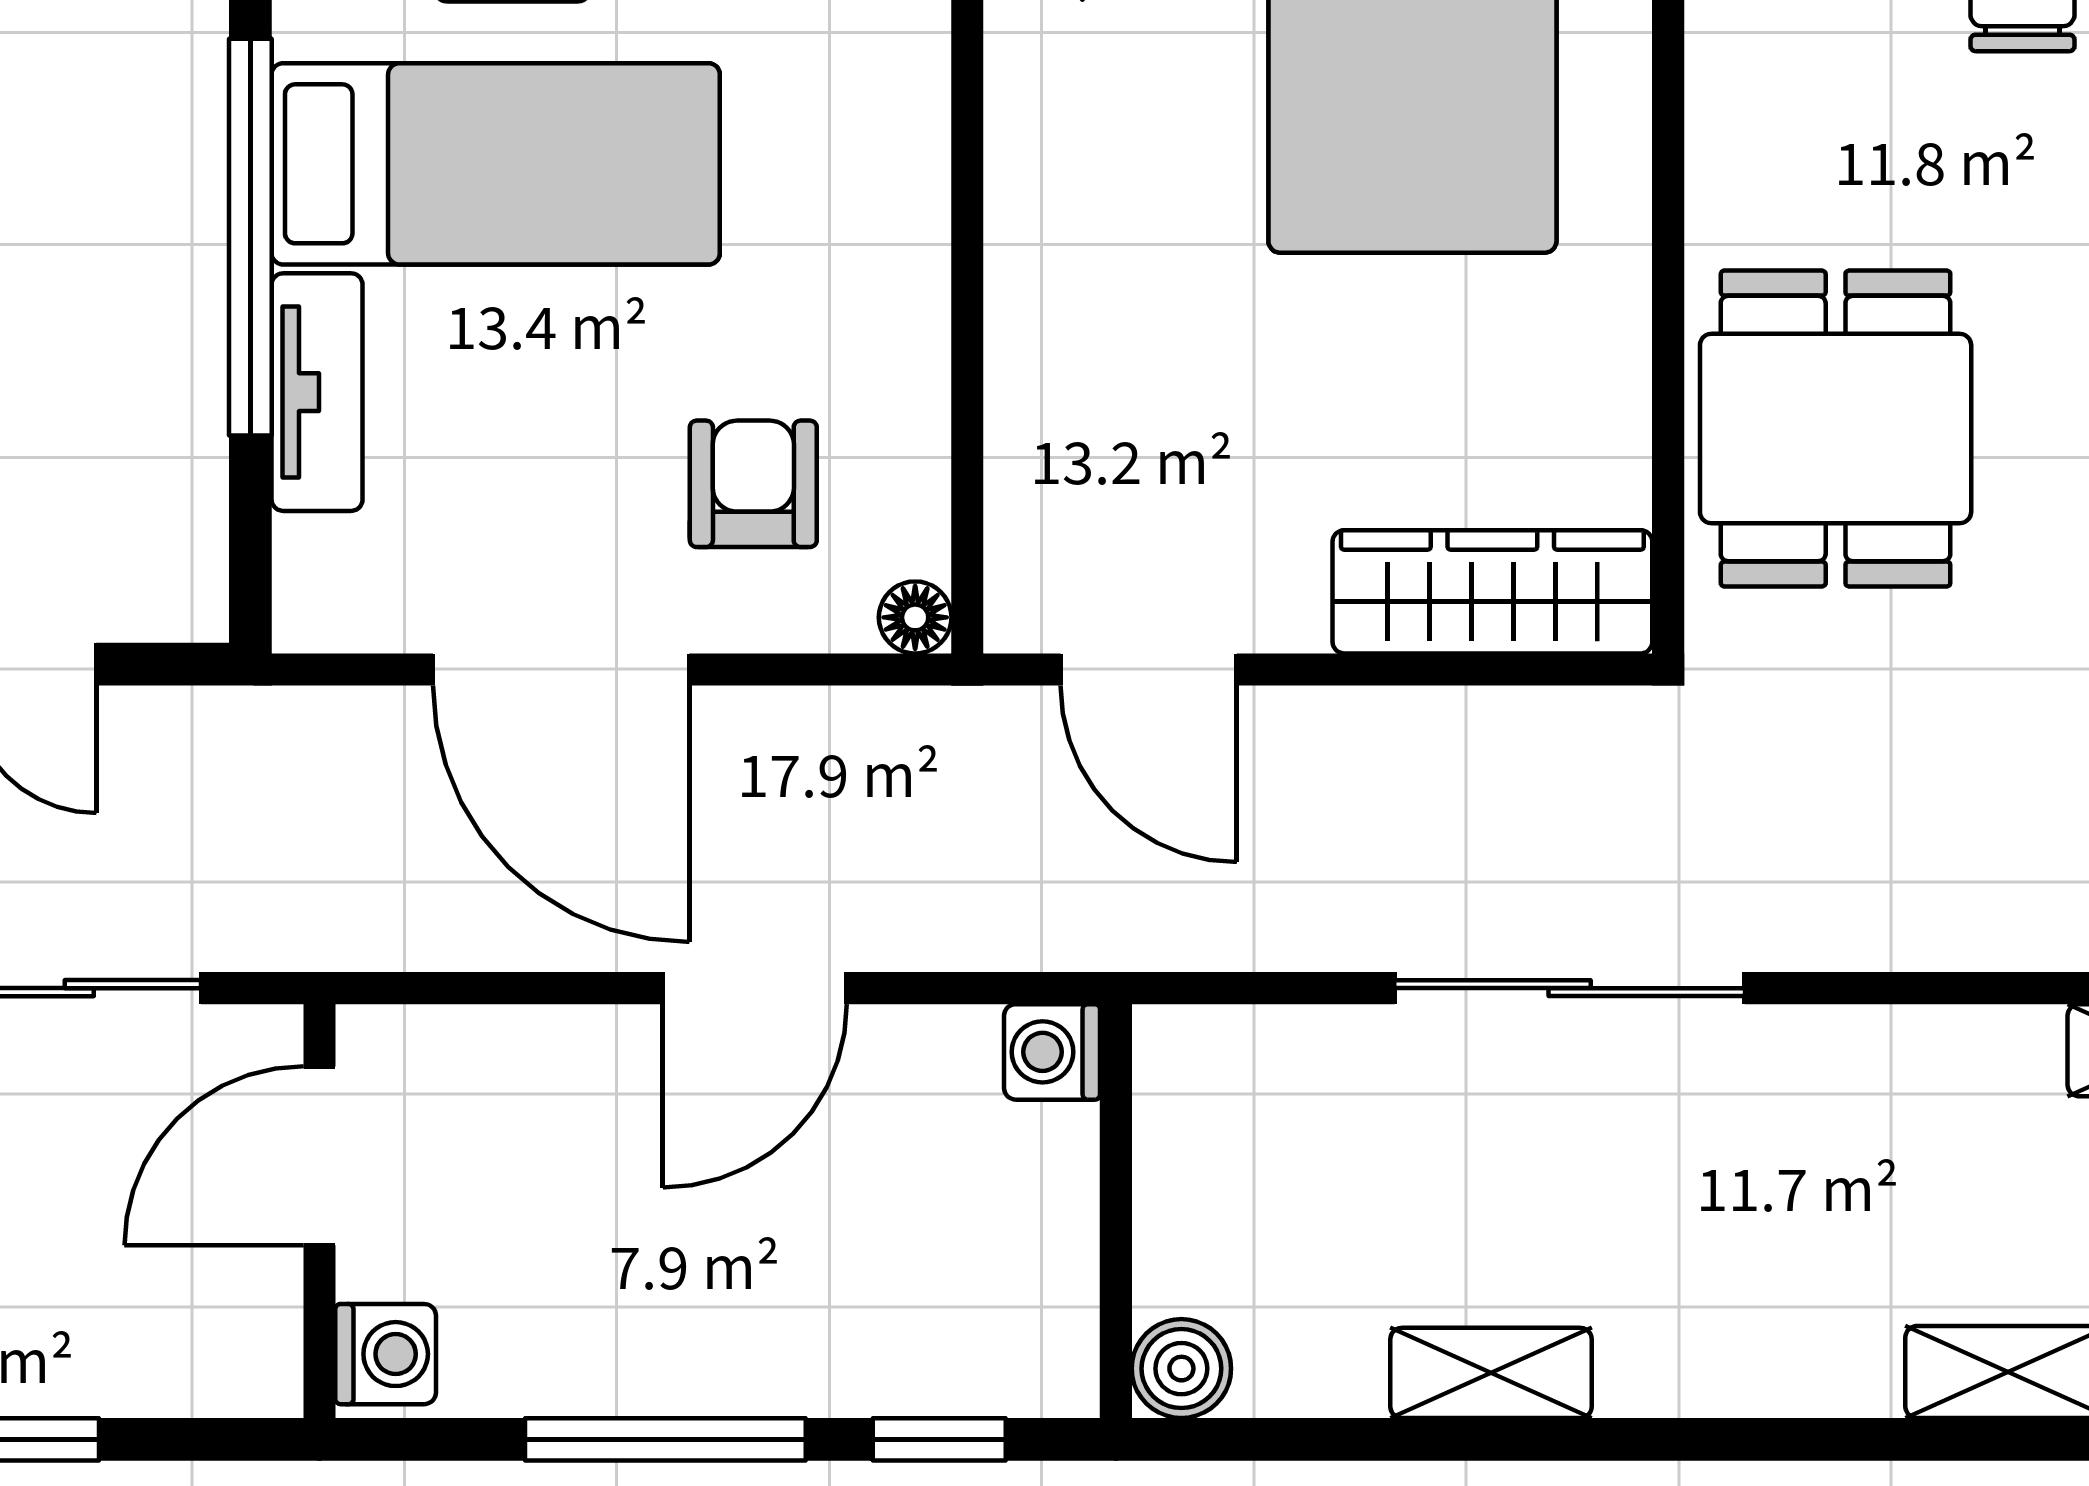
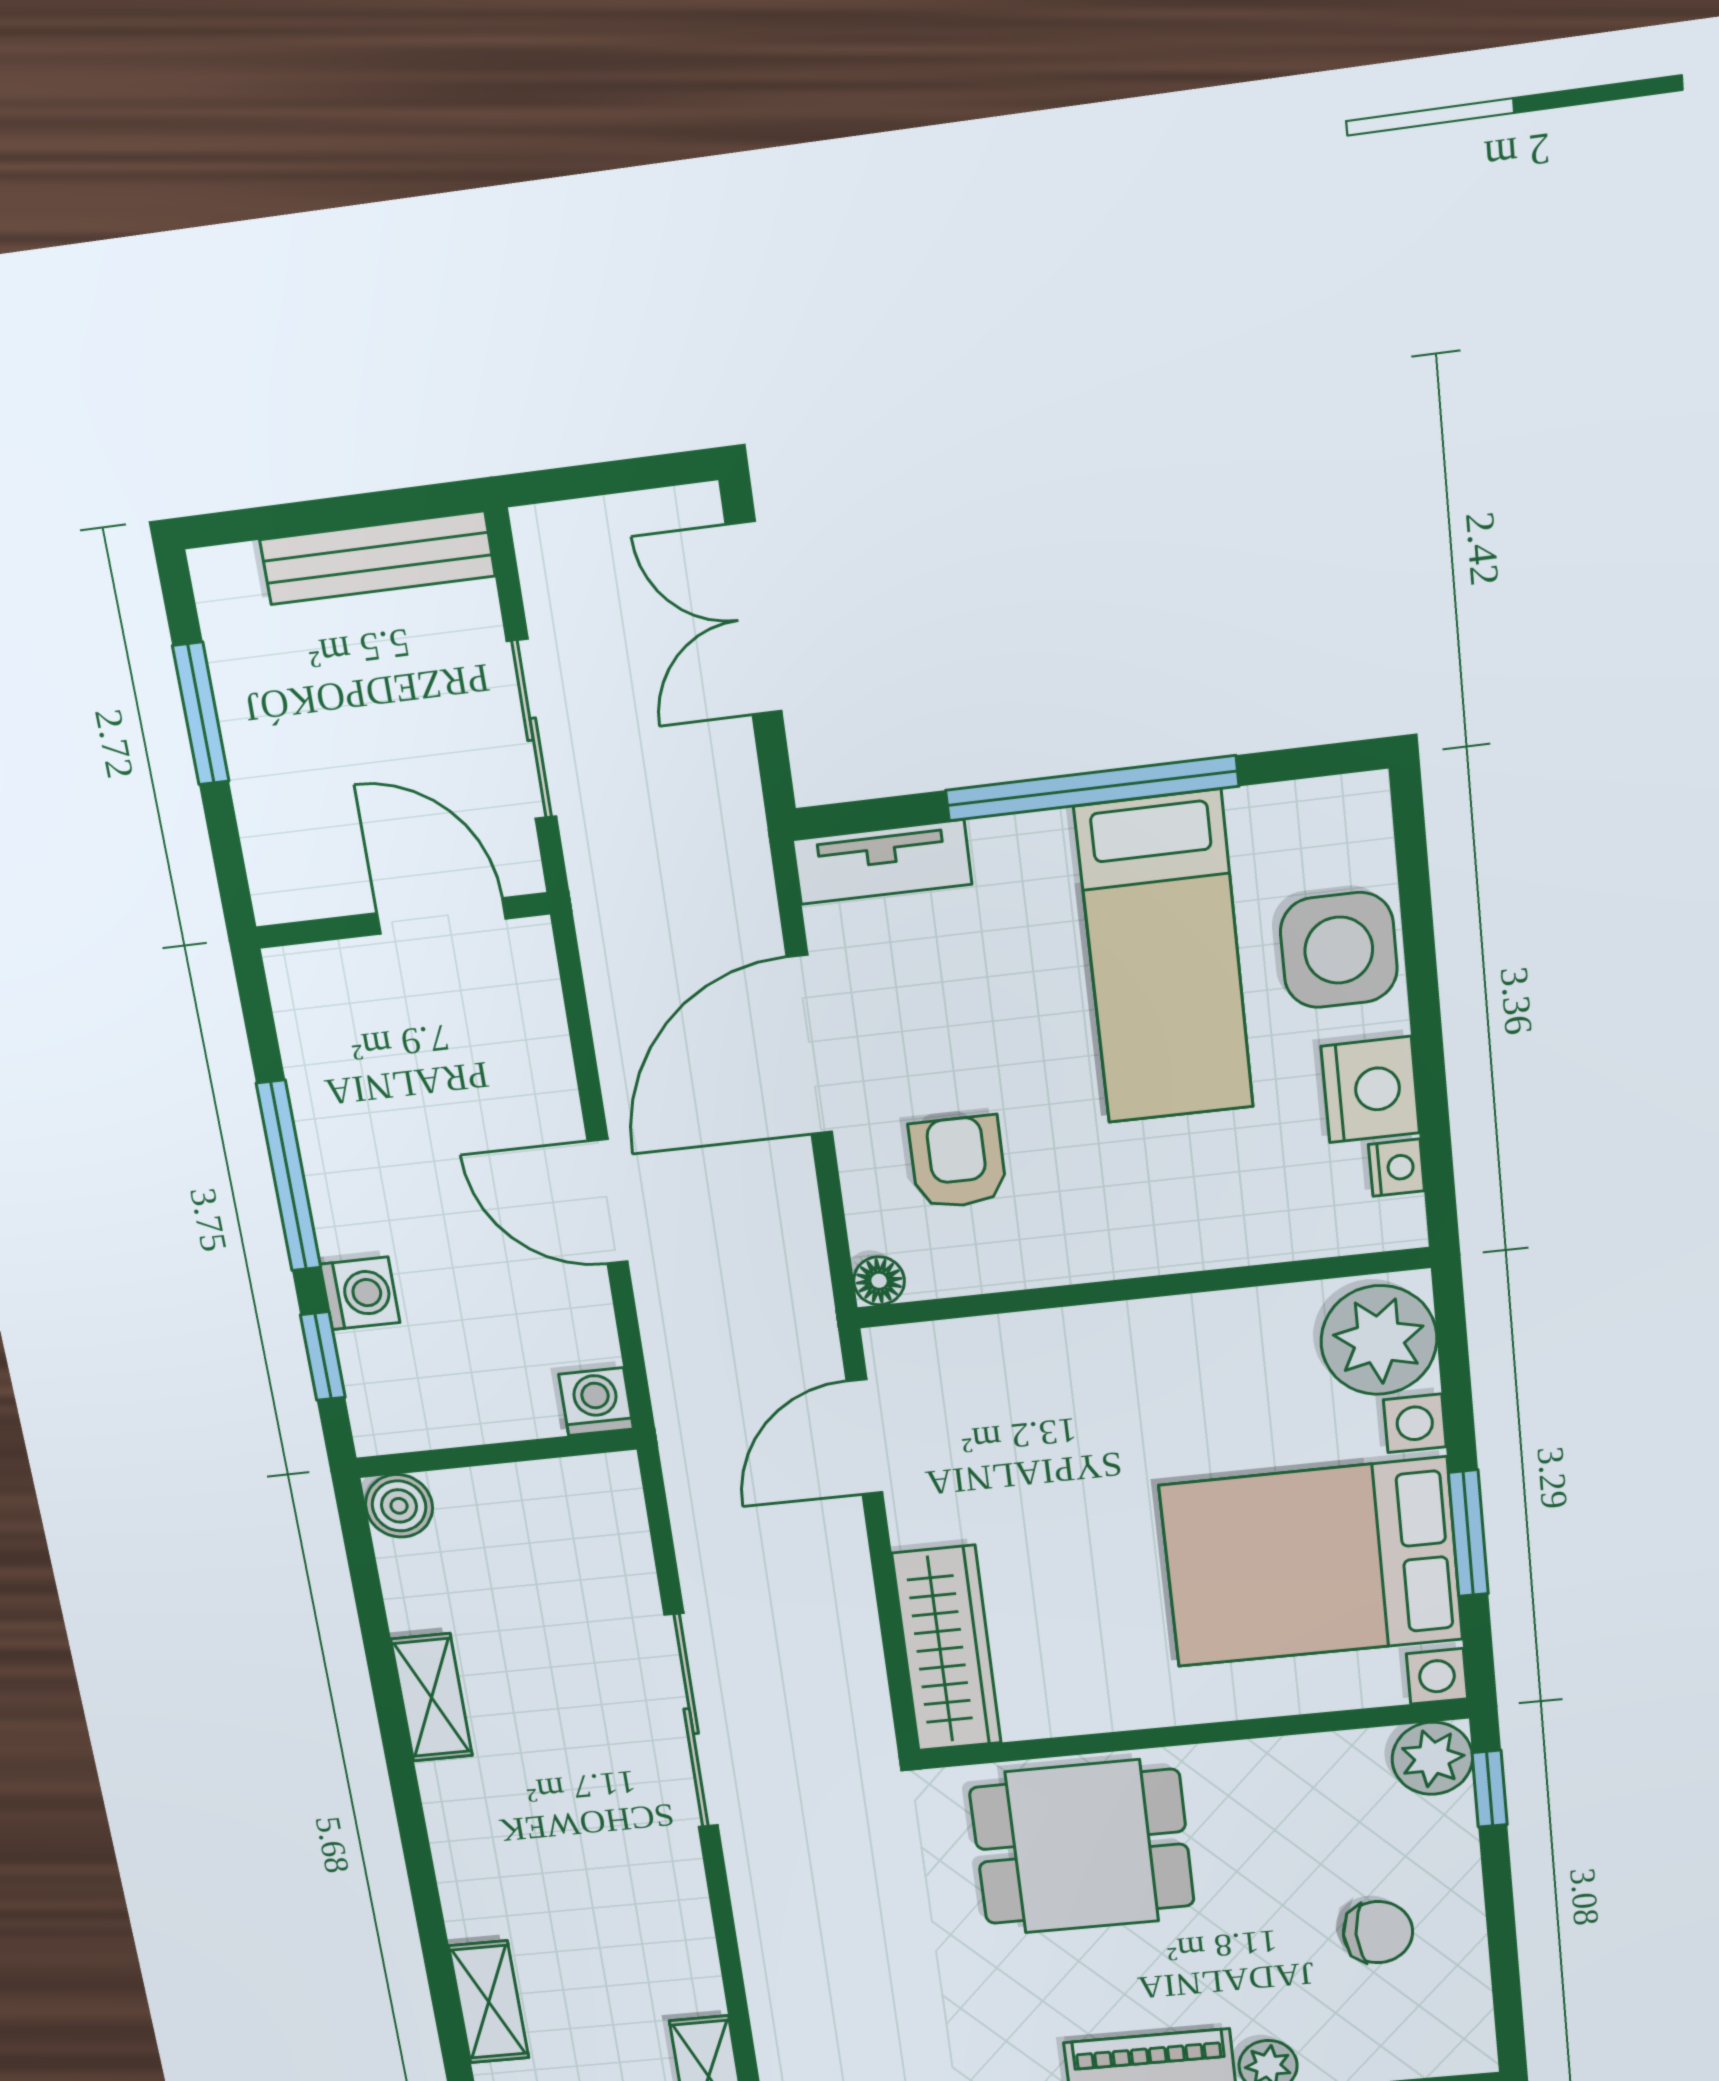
tv unit: (317, 392) -> (882, 862), moved
armchair: (753, 484) -> (958, 1162), turned -90
washing machine: (386, 1354) -> (360, 1293), moved, turned -90

